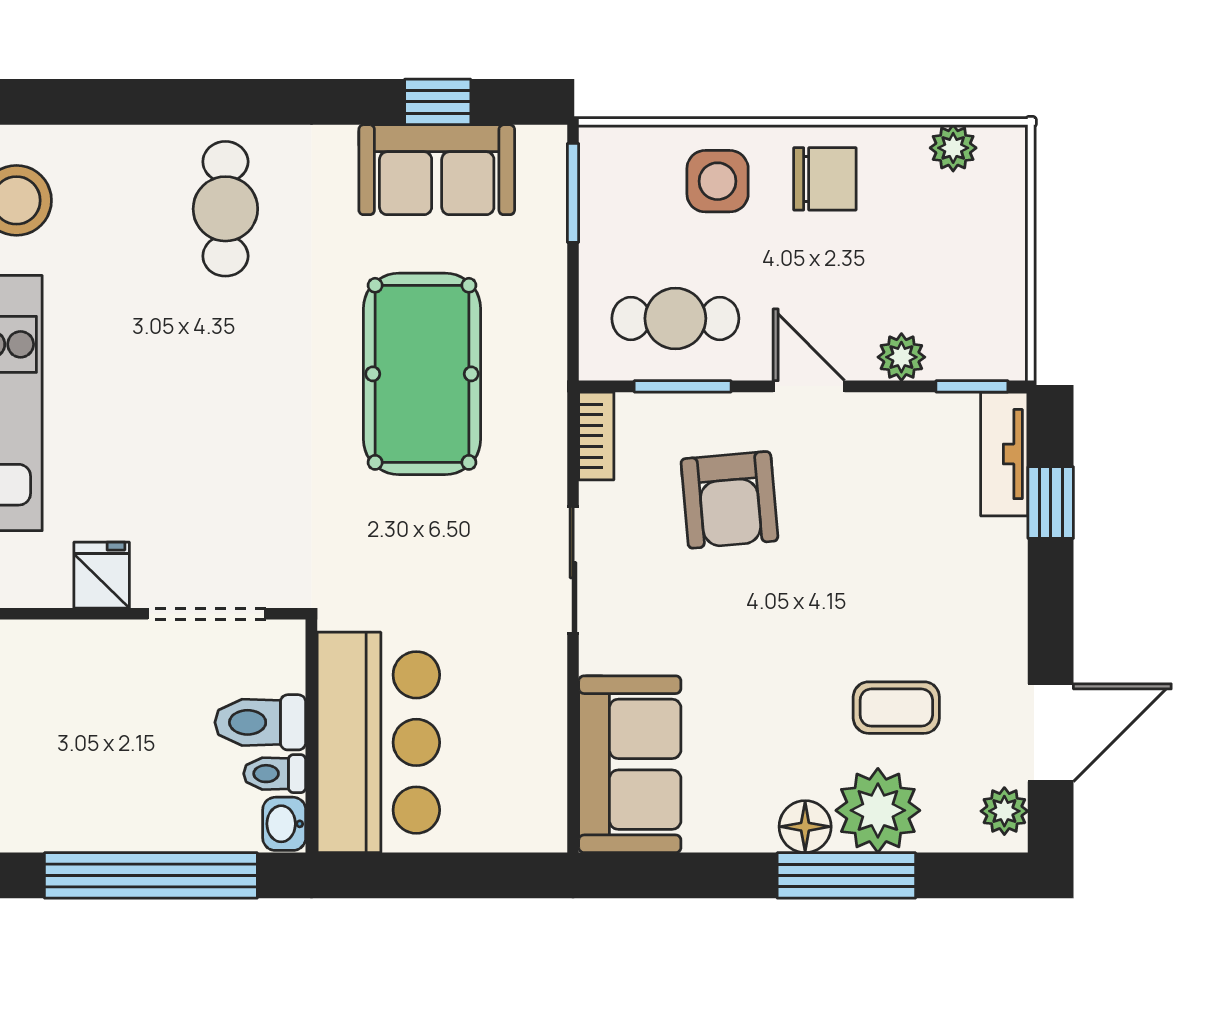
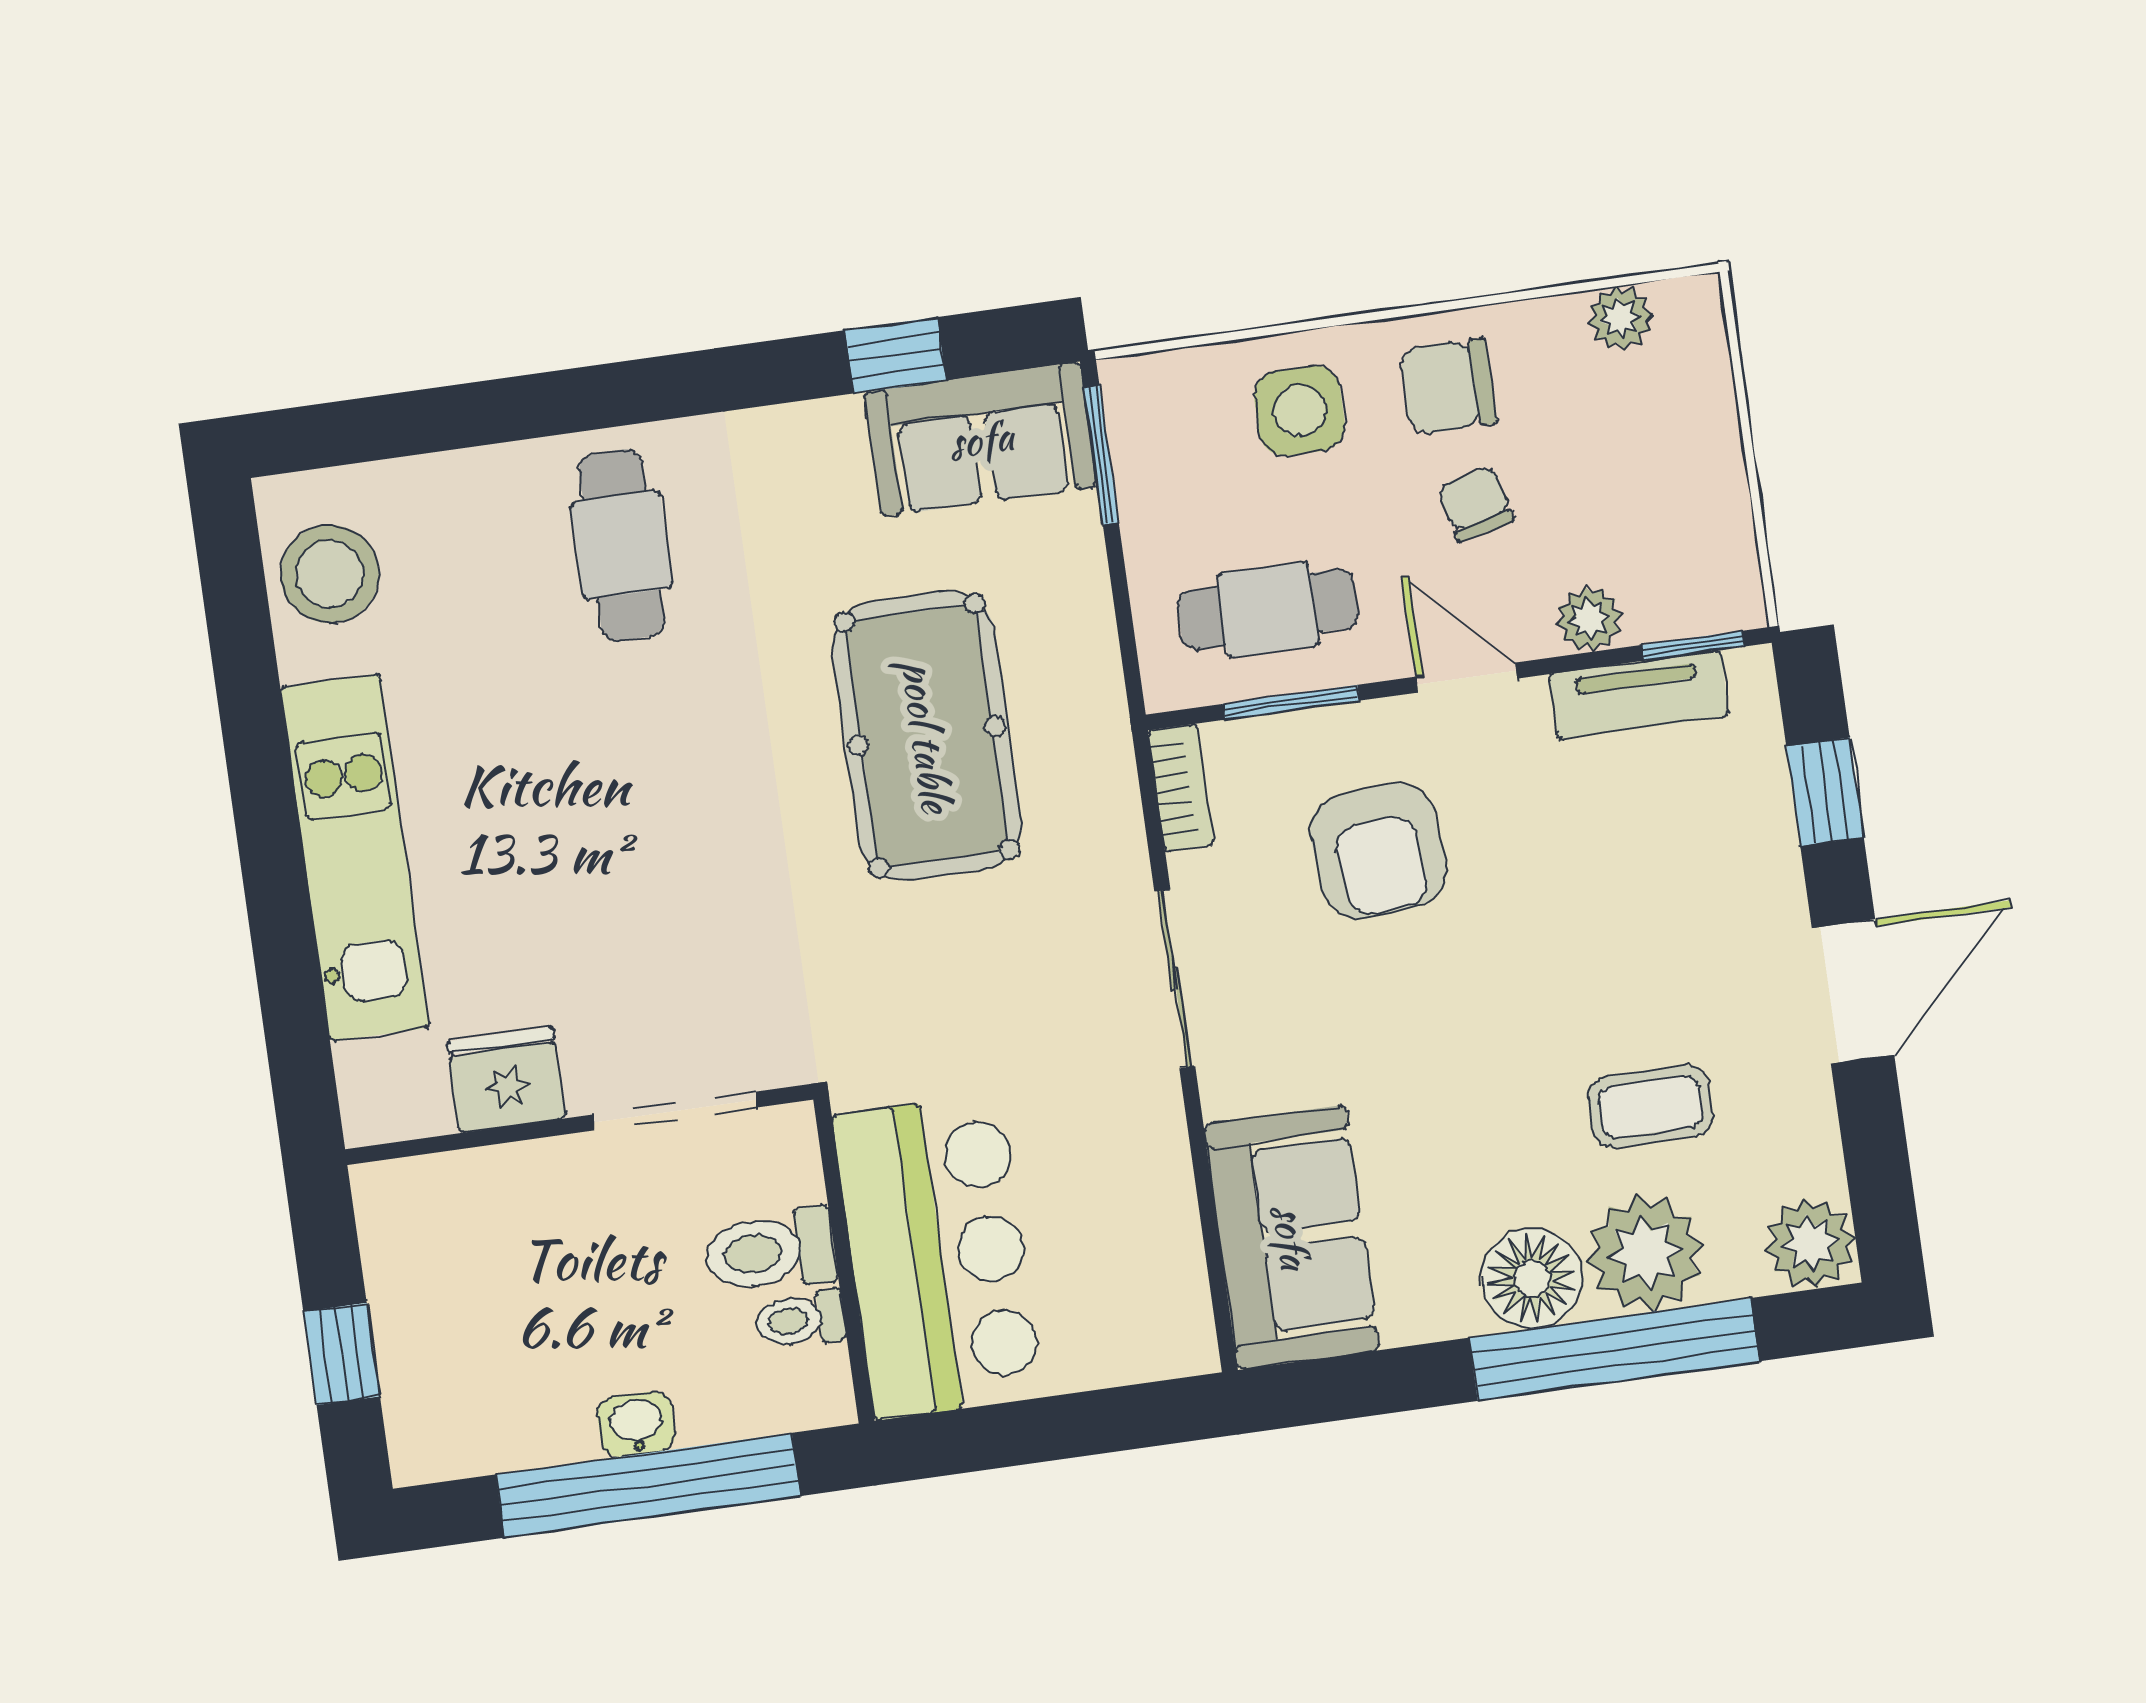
sofa: (437, 170) -> (981, 439), moved
chair: (825, 179) -> (1448, 386), turned 180
chair: (833, 264) -> (1476, 504), added
tv unit: (1004, 454) -> (1639, 695), moved, turned -90
fridge: (102, 575) -> (506, 1080), width x1.38
door: (1051, 733) -> (1853, 991), moved
plant: (1004, 811) -> (1810, 1243), width x1.38, depth x1.38
washbasin: (284, 824) -> (636, 1424), moved, turned 90
floor lamp: (805, 827) -> (1532, 1278), width x1.38, depth x1.38
window: (846, 875) -> (1614, 1349), width x1.46

